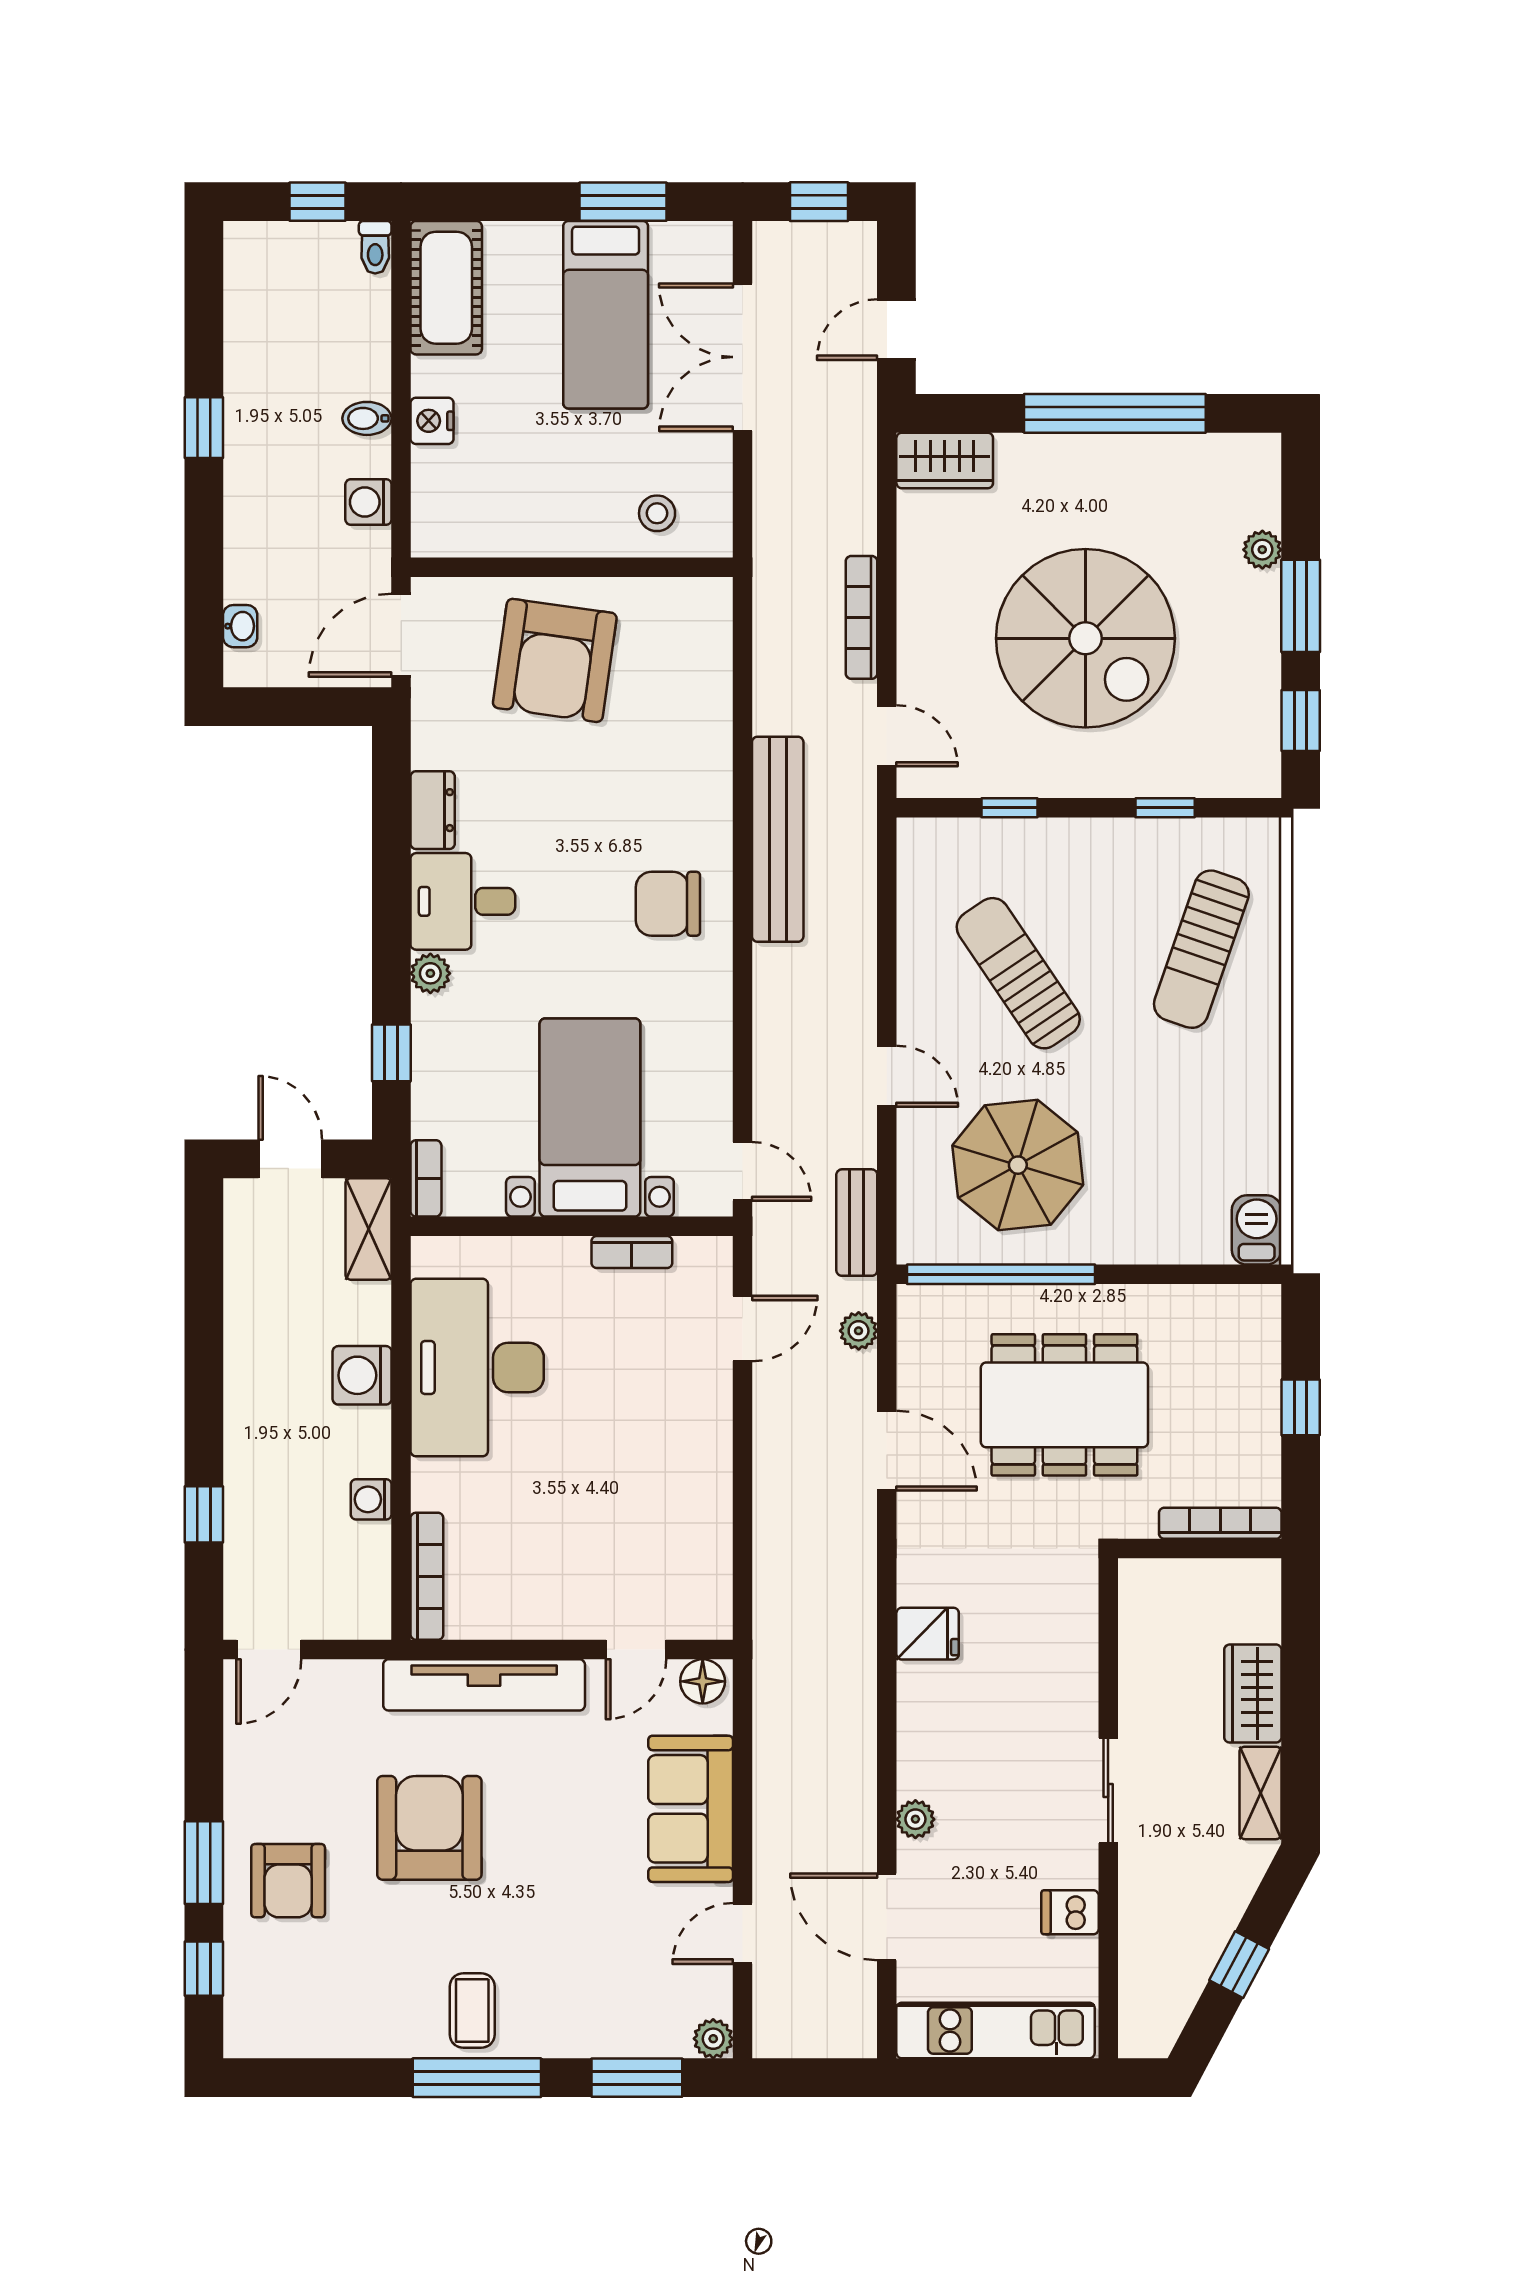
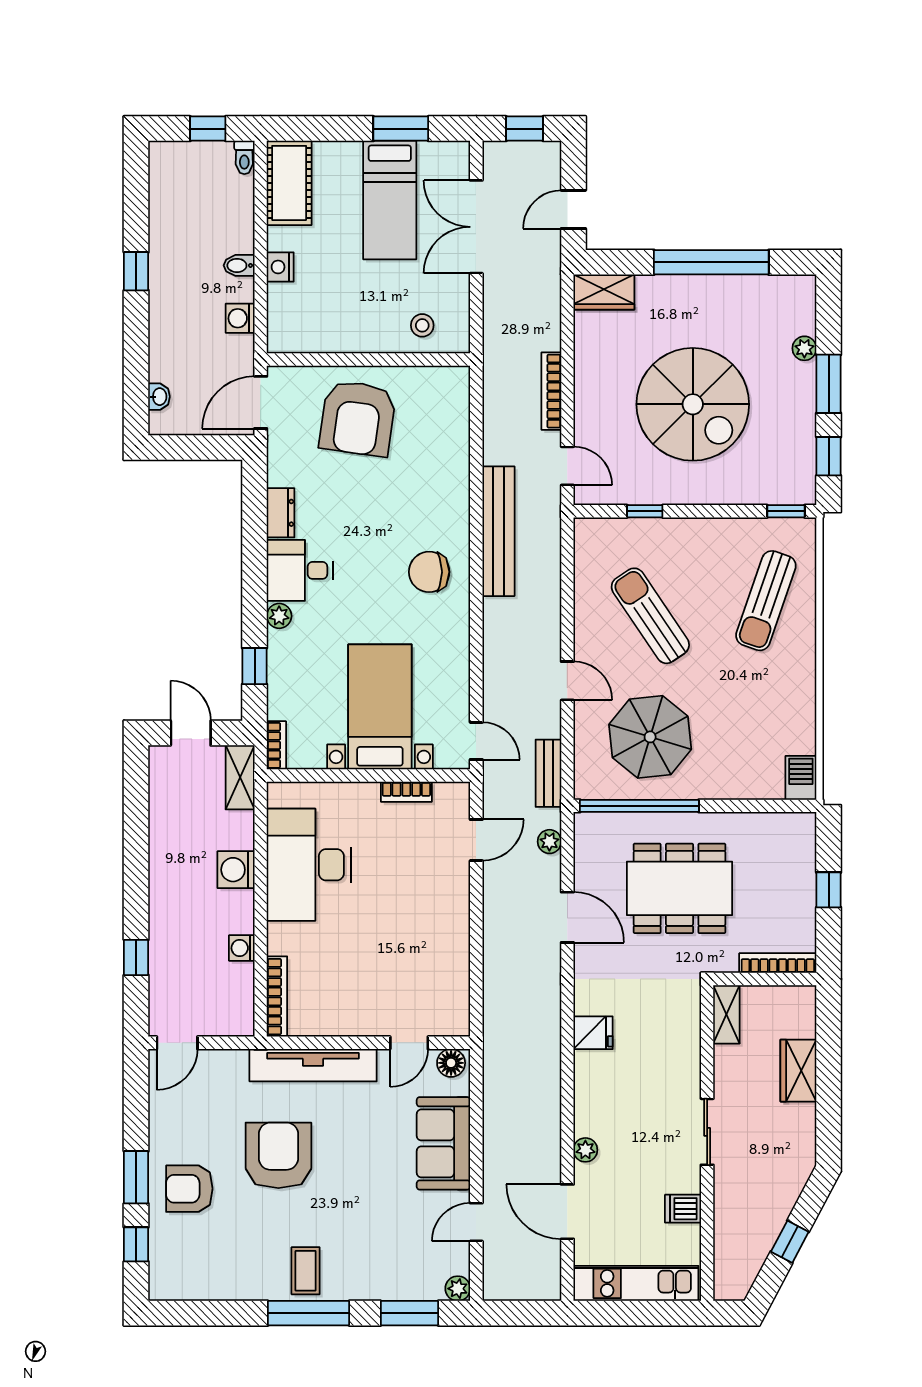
window: (1165, 808) -> (786, 511), moved
shelving: (1260, 1793) -> (726, 1014), moved
armchair: (288, 1881) -> (189, 1189), turned 90

